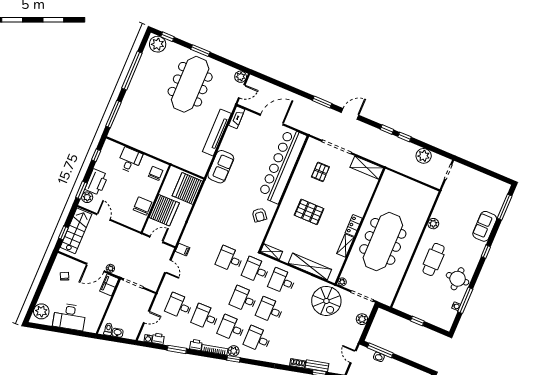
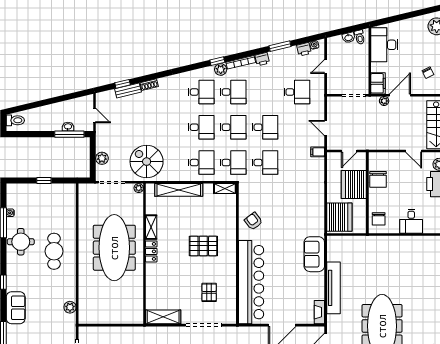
plant: (433, 224) -> (70, 307), moved
desk: (69, 317) -> (384, 45), moved, turned -77
desk: (205, 317) -> (265, 127), moved

